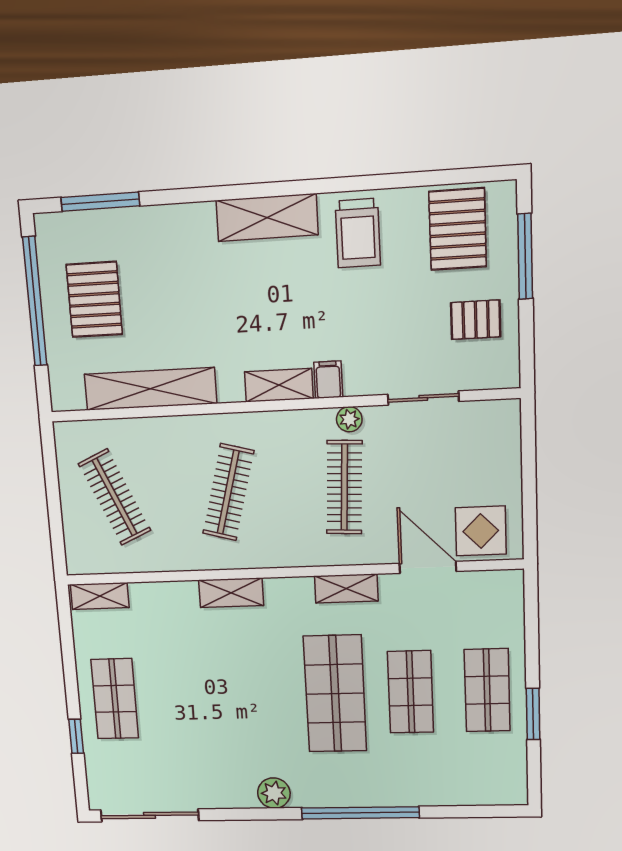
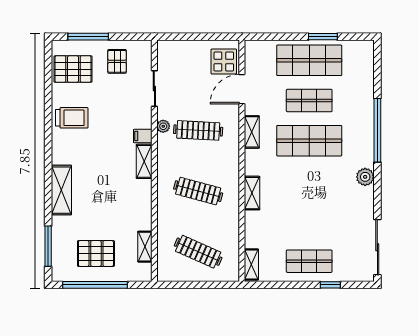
shelving: (267, 218) -> (61, 190), moved
shelving: (150, 389) -> (145, 247), width x0.45, depth x0.75
clothes rail: (115, 497) -> (198, 252), turned 48
shop shelf: (487, 690) -> (309, 60), width x1.43, depth x1.36

